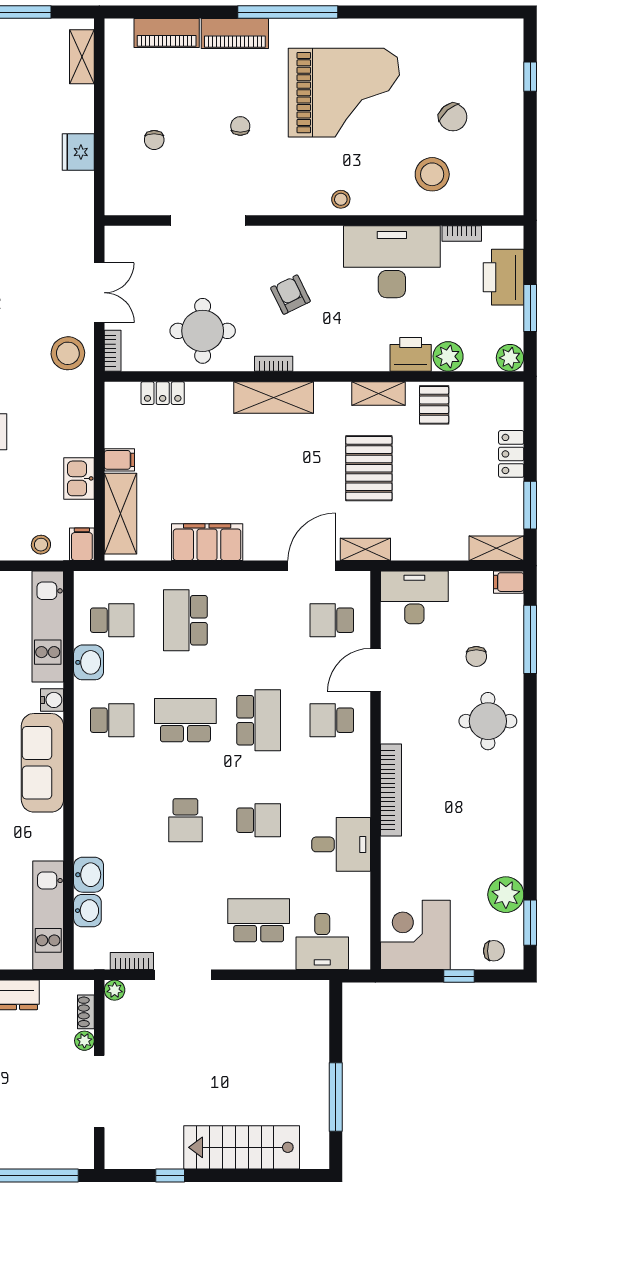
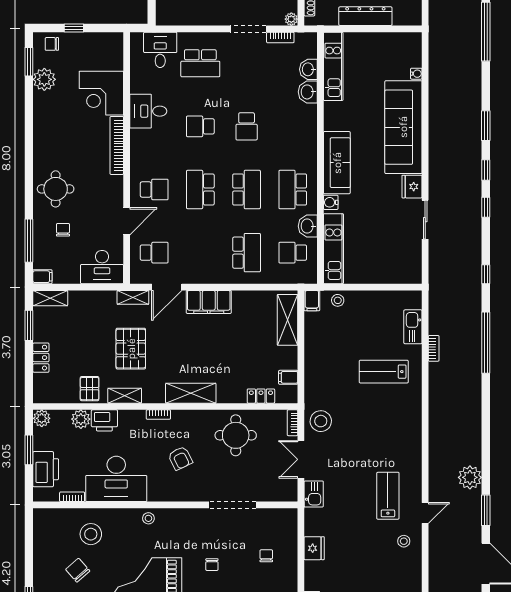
bookcase: (274, 364) -> (158, 415), moved
filing cabinet: (119, 460) -> (288, 377), moved
kitchen sink: (79, 478) -> (314, 494), moved
filing cabinet: (207, 542) -> (209, 302), moved
school desk: (112, 720) -> (293, 189), width x1.85
school desk: (185, 720) -> (247, 189), turned -90
school desk: (185, 820) -> (247, 126), turned 180
corner desk: (415, 935) -> (101, 93), moved, turned 90

